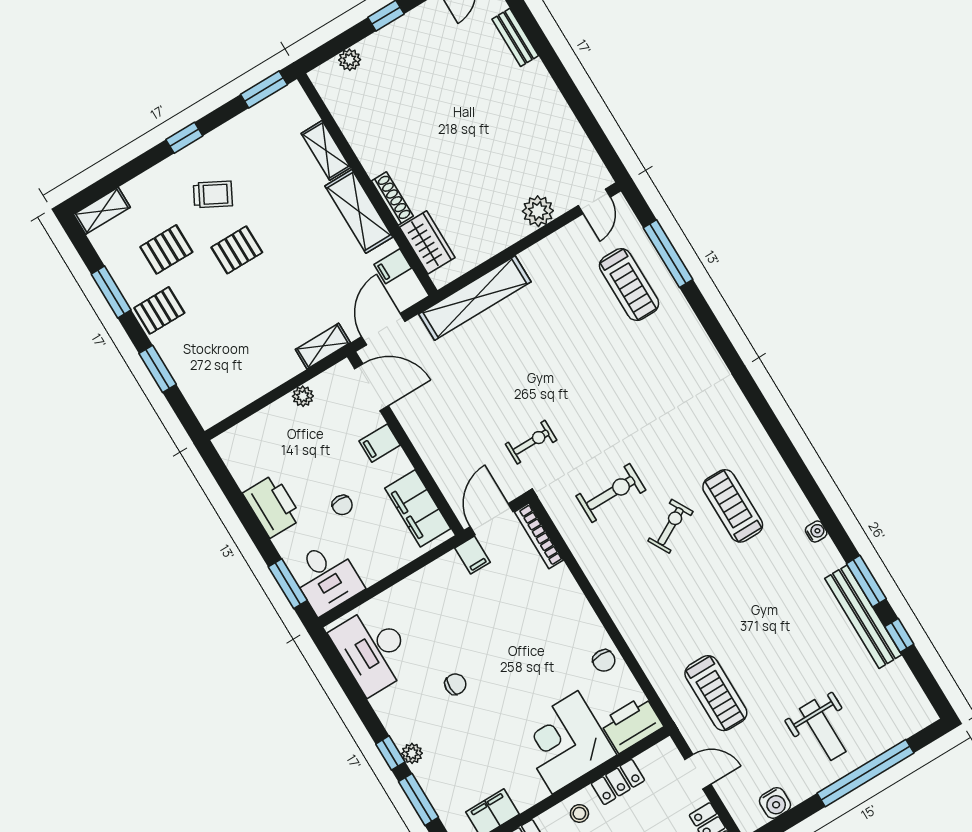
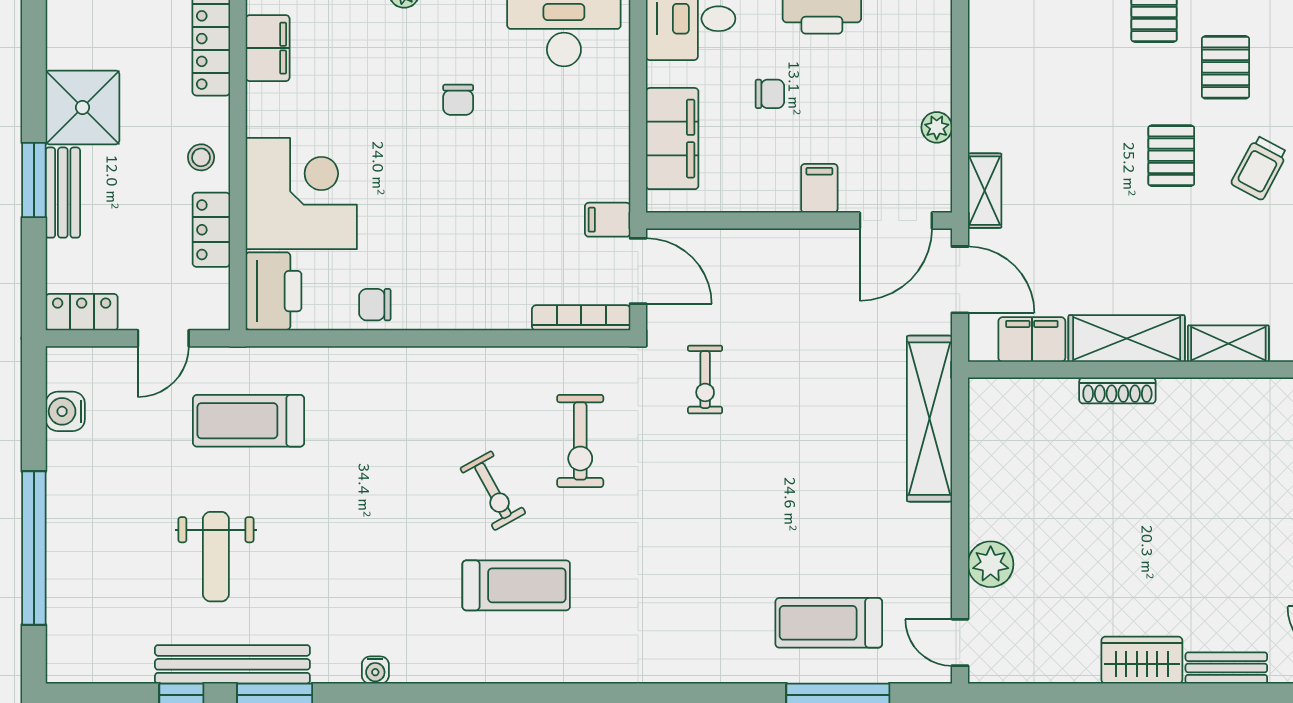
wardrobe: (427, 242) -> (1142, 660), moved, turned 180
filing cabinet: (393, 266) -> (1032, 340), width x2.00
chair: (342, 505) -> (770, 94), turned 180
treadmill: (733, 506) -> (516, 585), moved
filing cabinet: (418, 508) -> (672, 139), moved, turned 90
weight bench: (823, 730) -> (216, 557), moved, turned -90

